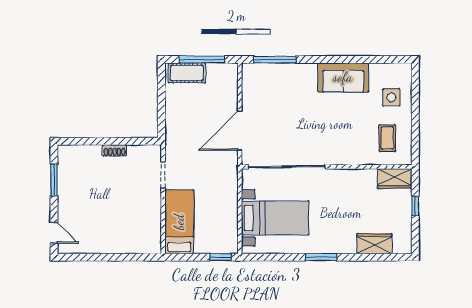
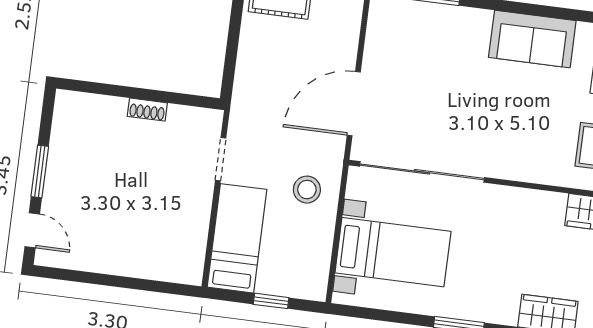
window: (54, 180) -> (40, 171), moved
stool: (218, 187) -> (307, 190), added
window: (220, 257) -> (271, 301), moved

